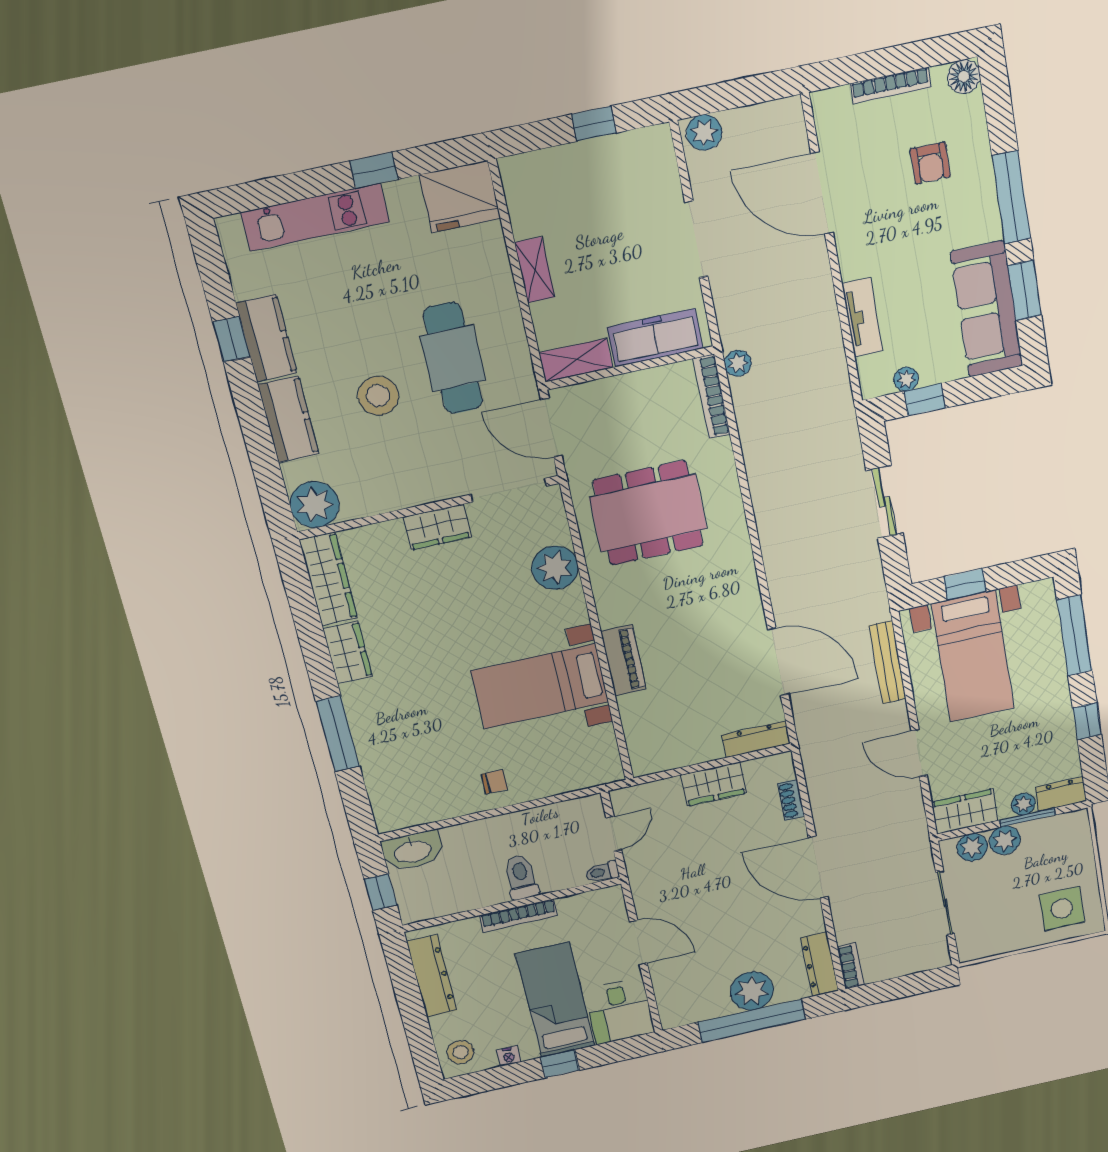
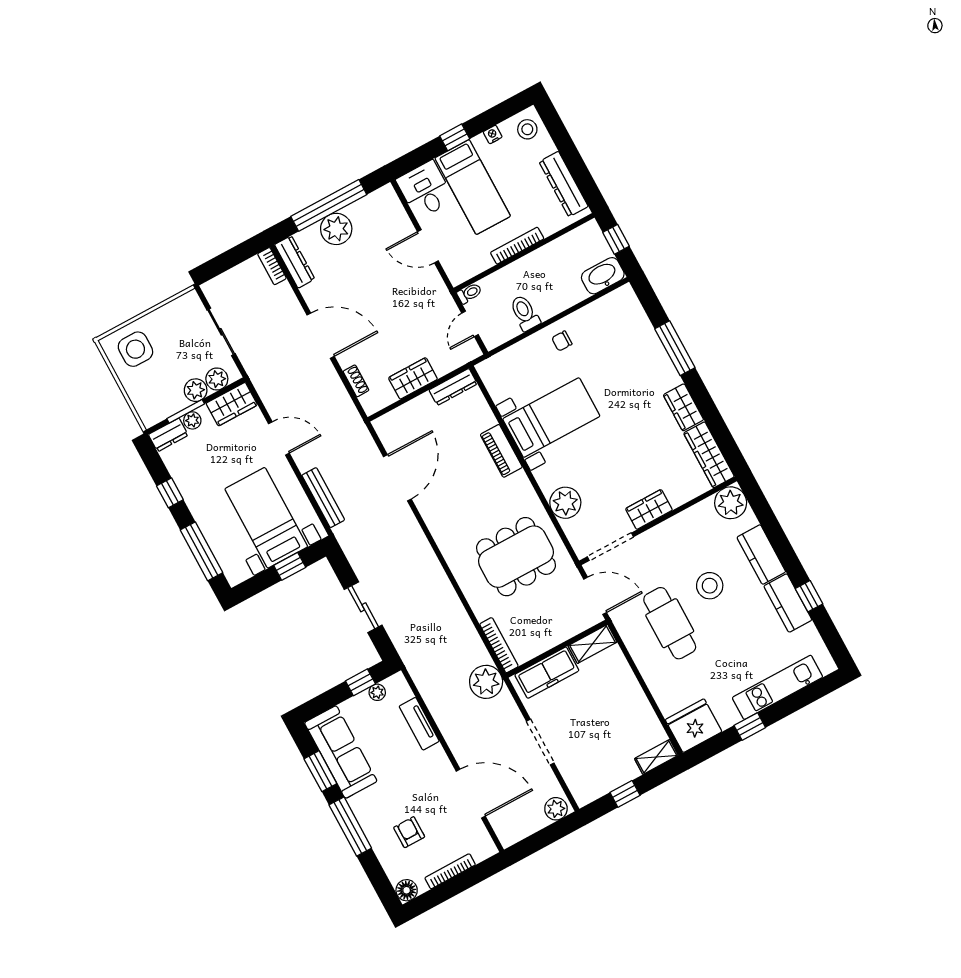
shelving: (535, 270) -> (656, 757), moved, turned 90
plant: (738, 363) -> (486, 682), width x1.87, depth x1.87
door: (778, 662) -> (397, 478), swing flipped
dresser: (756, 739) -> (453, 387), moved
toilet: (521, 877) -> (525, 313), moved, turned 180

